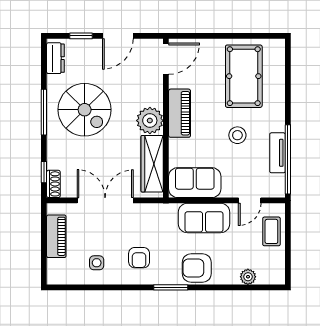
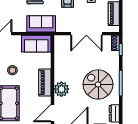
plant: (150, 121) -> (61, 89), moved
wardrobe: (152, 164) -> (60, 54), removed
sofa: (204, 218) -> (41, 24), moved

